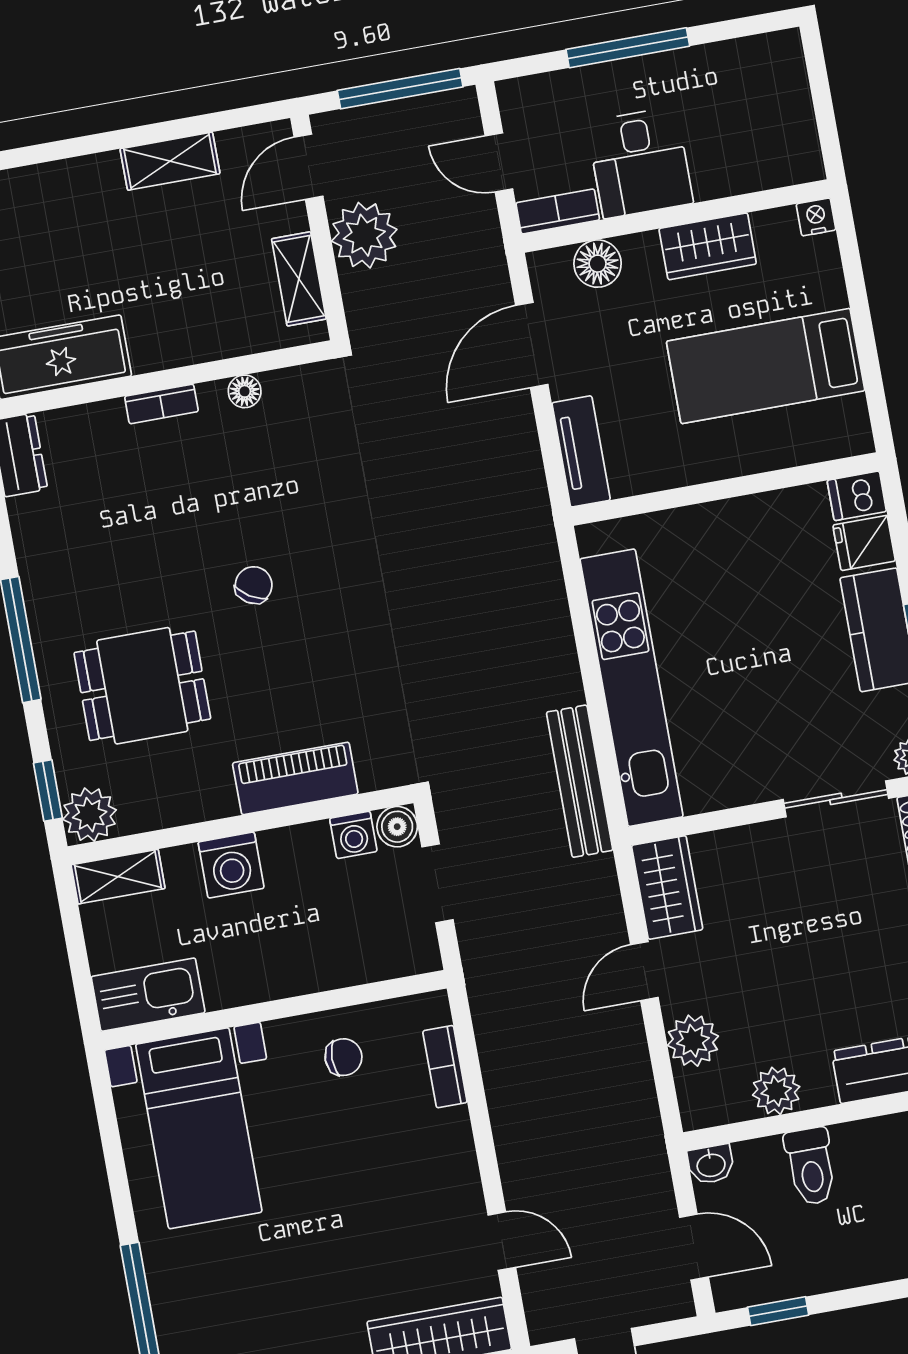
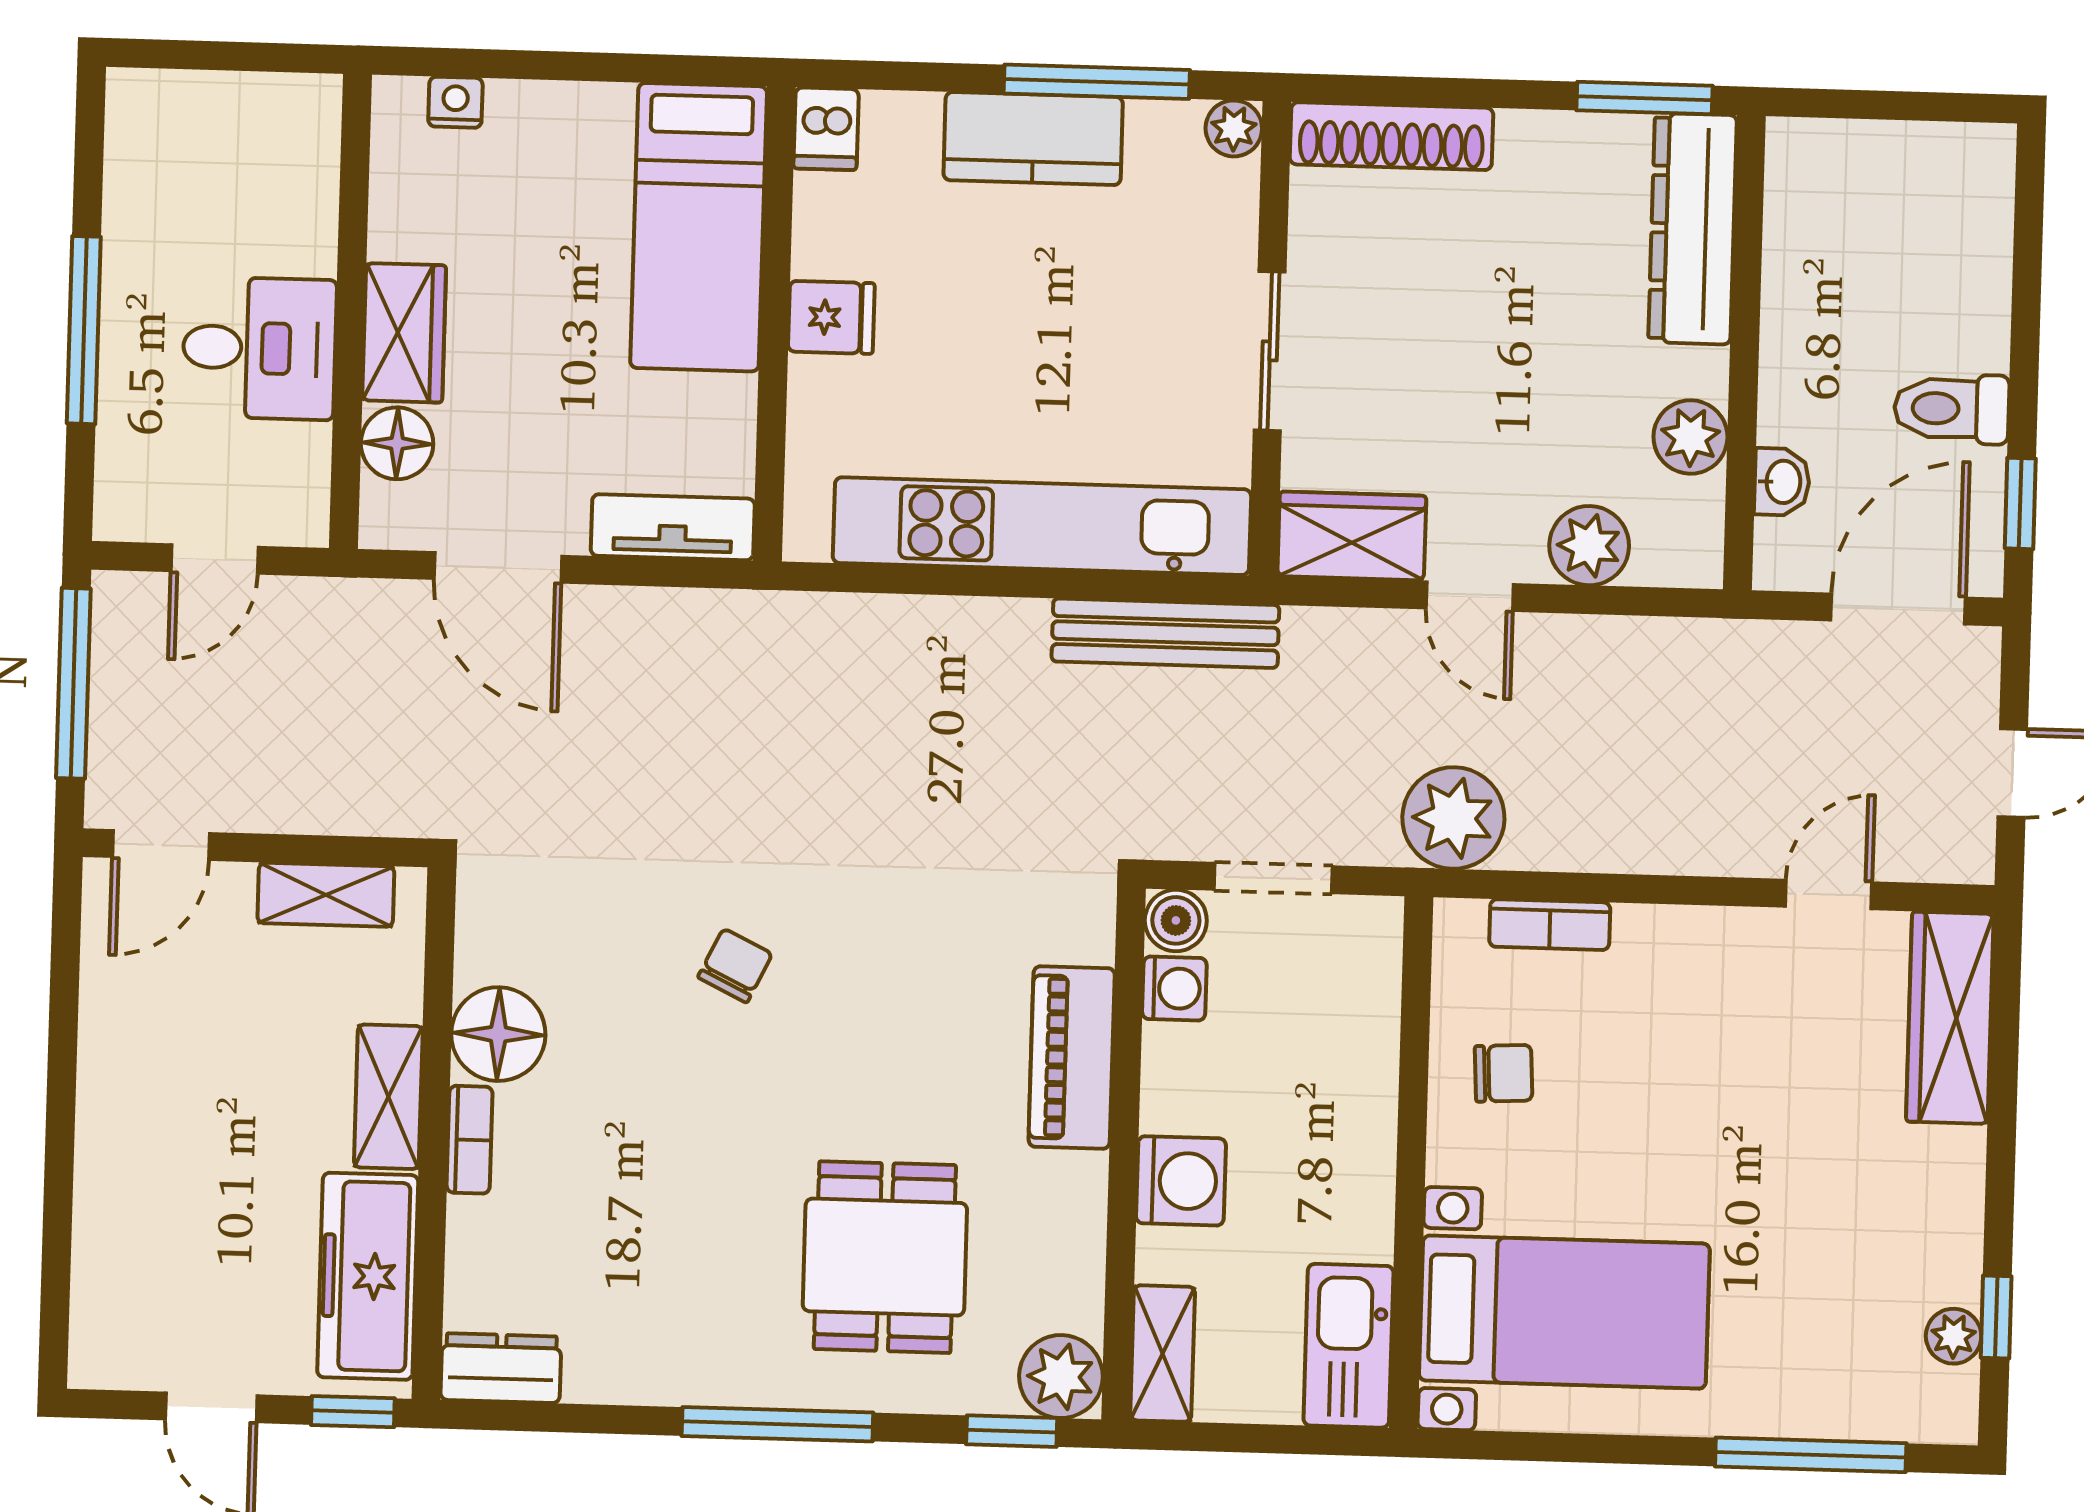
shelving: (170, 161) -> (388, 1097), moved
door: (308, 167) -> (161, 845), hinge flipped
bookcase: (558, 211) -> (306, 486), removed
nightstand: (816, 217) -> (455, 102), moved, turned 90
plant: (364, 235) -> (1453, 818), moved
wardrobe: (708, 246) -> (404, 333), moved
bed: (766, 366) -> (699, 227), moved
floor lamp: (245, 391) -> (498, 1034), width x1.89, depth x1.89
fridge: (864, 543) -> (831, 317), moved, turned -90
chair: (254, 585) -> (735, 966), moved, turned 84
sliding door: (836, 799) -> (1270, 351), moved
chair: (343, 1057) -> (1504, 1073), turned 87
washbasin: (711, 1164) -> (1782, 482), moved
toilet: (811, 1166) -> (1952, 409), moved, turned 180
door: (694, 1247) -> (1898, 609), width x1.38

